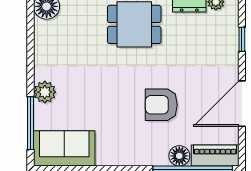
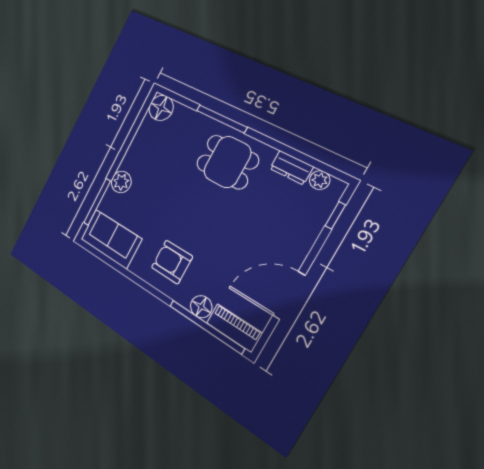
window: (242, 39) -> (335, 215), moved
armchair: (161, 105) -> (172, 262), moved

